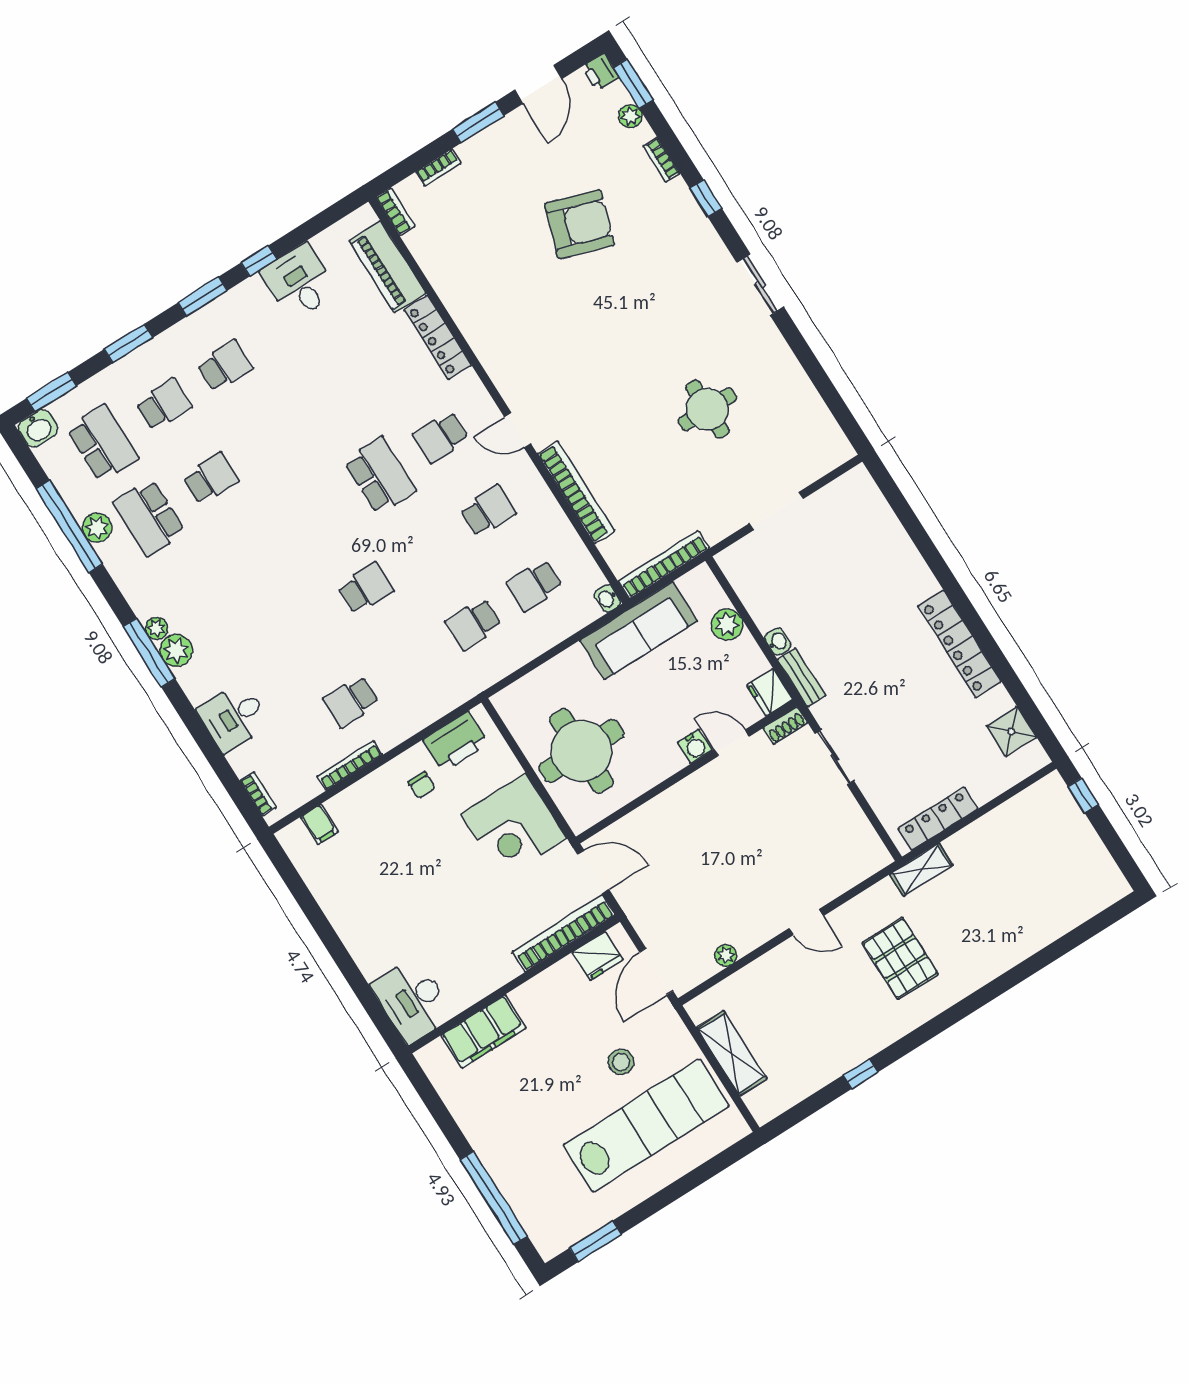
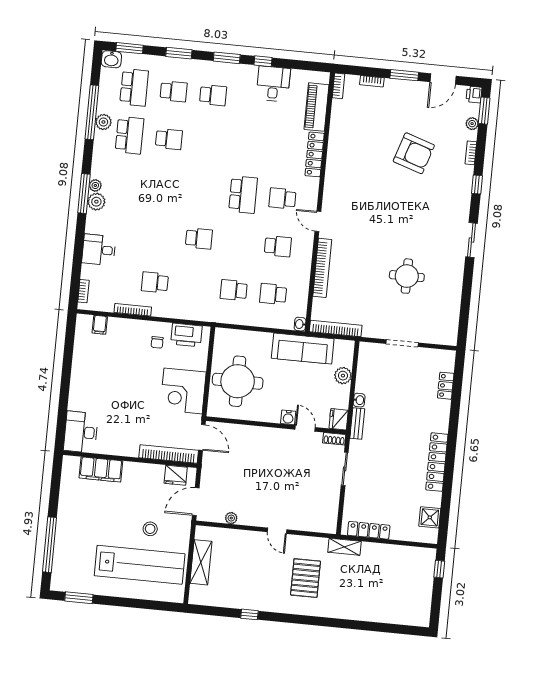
school desk: (149, 517) -> (129, 135), turned 180
locker: (887, 524) -> (446, 386), added

